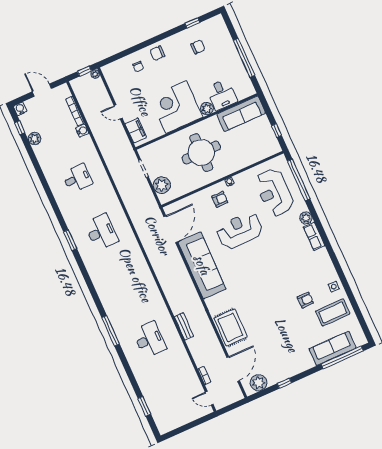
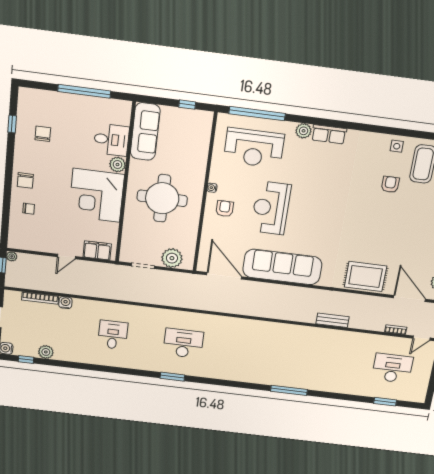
desk: (150, 340) -> (392, 368), moved

